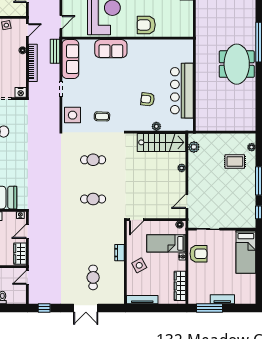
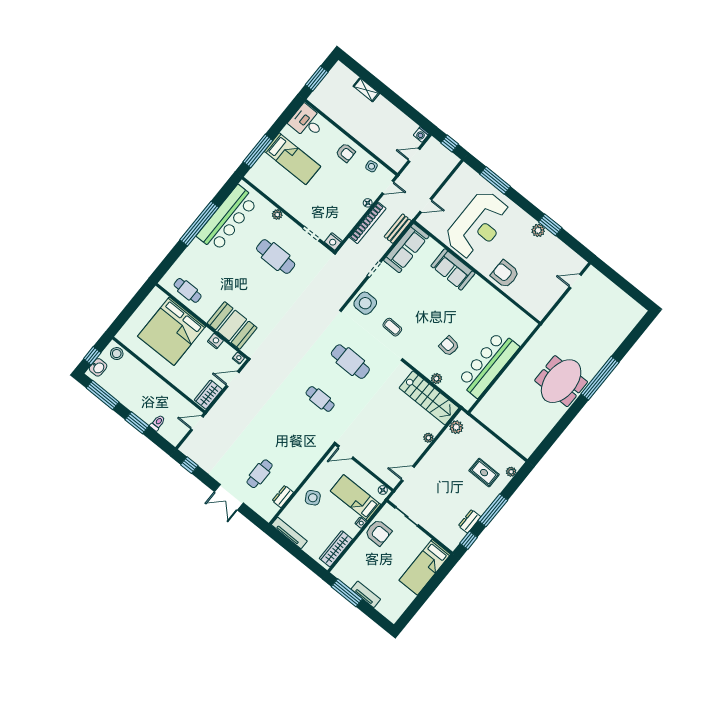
cafe table: (93, 160) -> (350, 362), width x1.37, depth x1.35
dresser: (251, 200) -> (470, 521), added
dresser: (120, 253) -> (283, 496), moved

